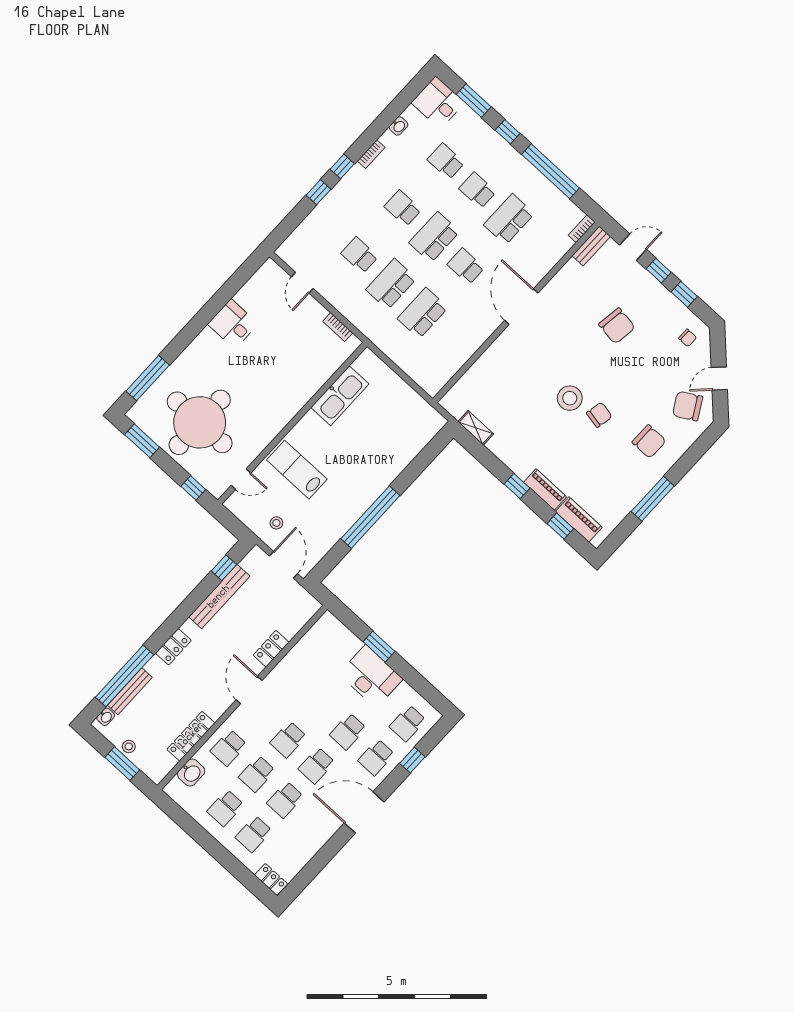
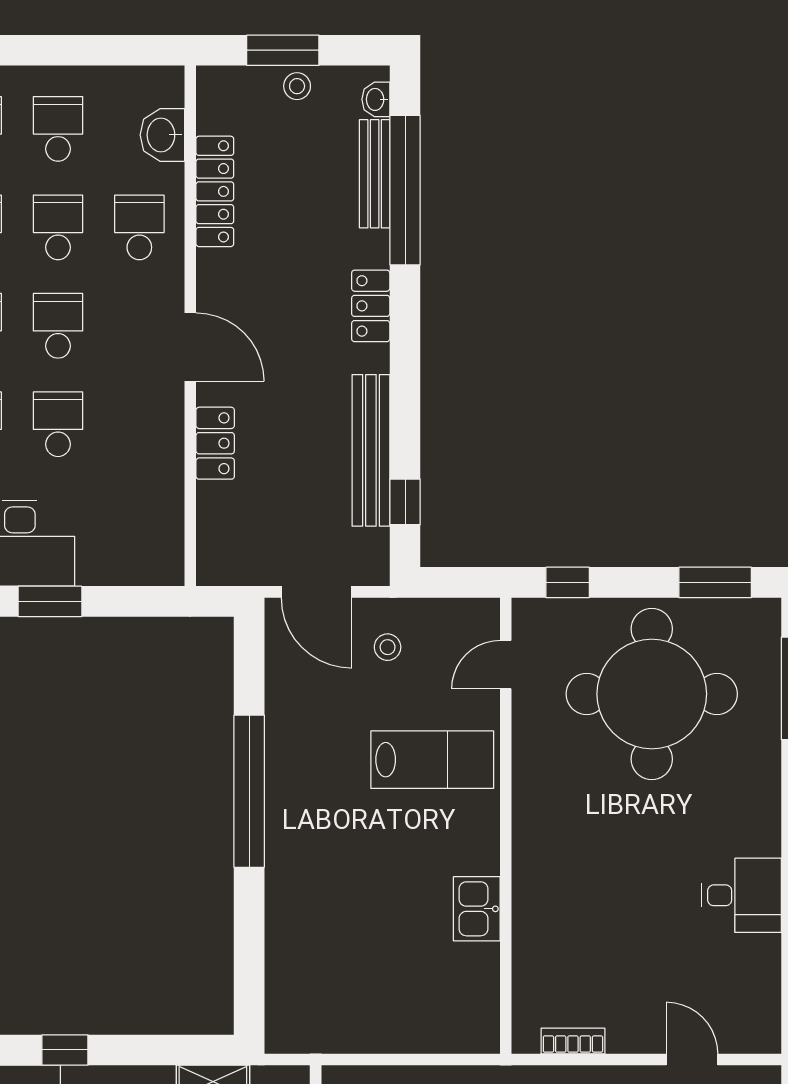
kitchen sink: (340, 396) -> (477, 909), width x0.53, depth x0.81
school desk: (320, 705) -> (58, 424), added

